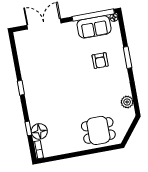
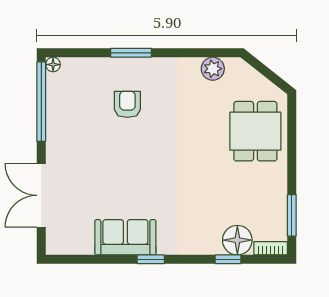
sofa: (94, 27) -> (125, 237), moved, turned -90
armchair: (100, 61) -> (127, 104), turned -90
window: (58, 158) -> (292, 215), added

